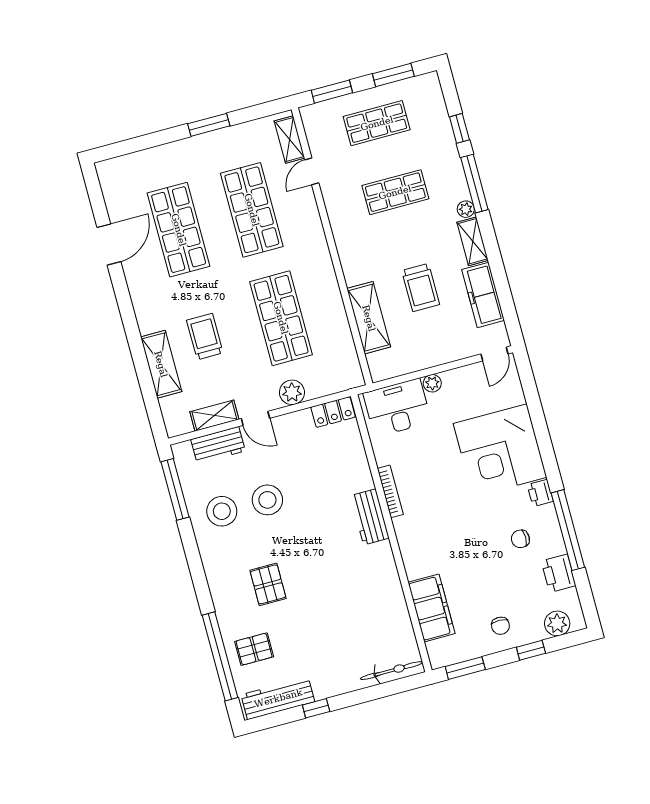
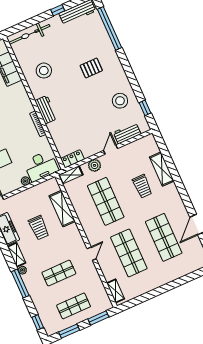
window: (209, 125) -> (157, 292), removed
window: (459, 128) -> (38, 322), moved
door: (312, 171) -> (92, 254), moved
trolley: (421, 288) -> (39, 228), turned 180
shelving: (214, 416) -> (71, 175), moved
door: (255, 418) -> (111, 150), hinge flipped
window: (175, 489) -> (145, 108), width x0.46
stool: (267, 500) -> (44, 71), moved
pallet: (268, 584) -> (91, 68), turned 90
pallet: (254, 649) -> (93, 35), removed
bicycle: (392, 671) -> (29, 34), width x1.37, depth x1.40

